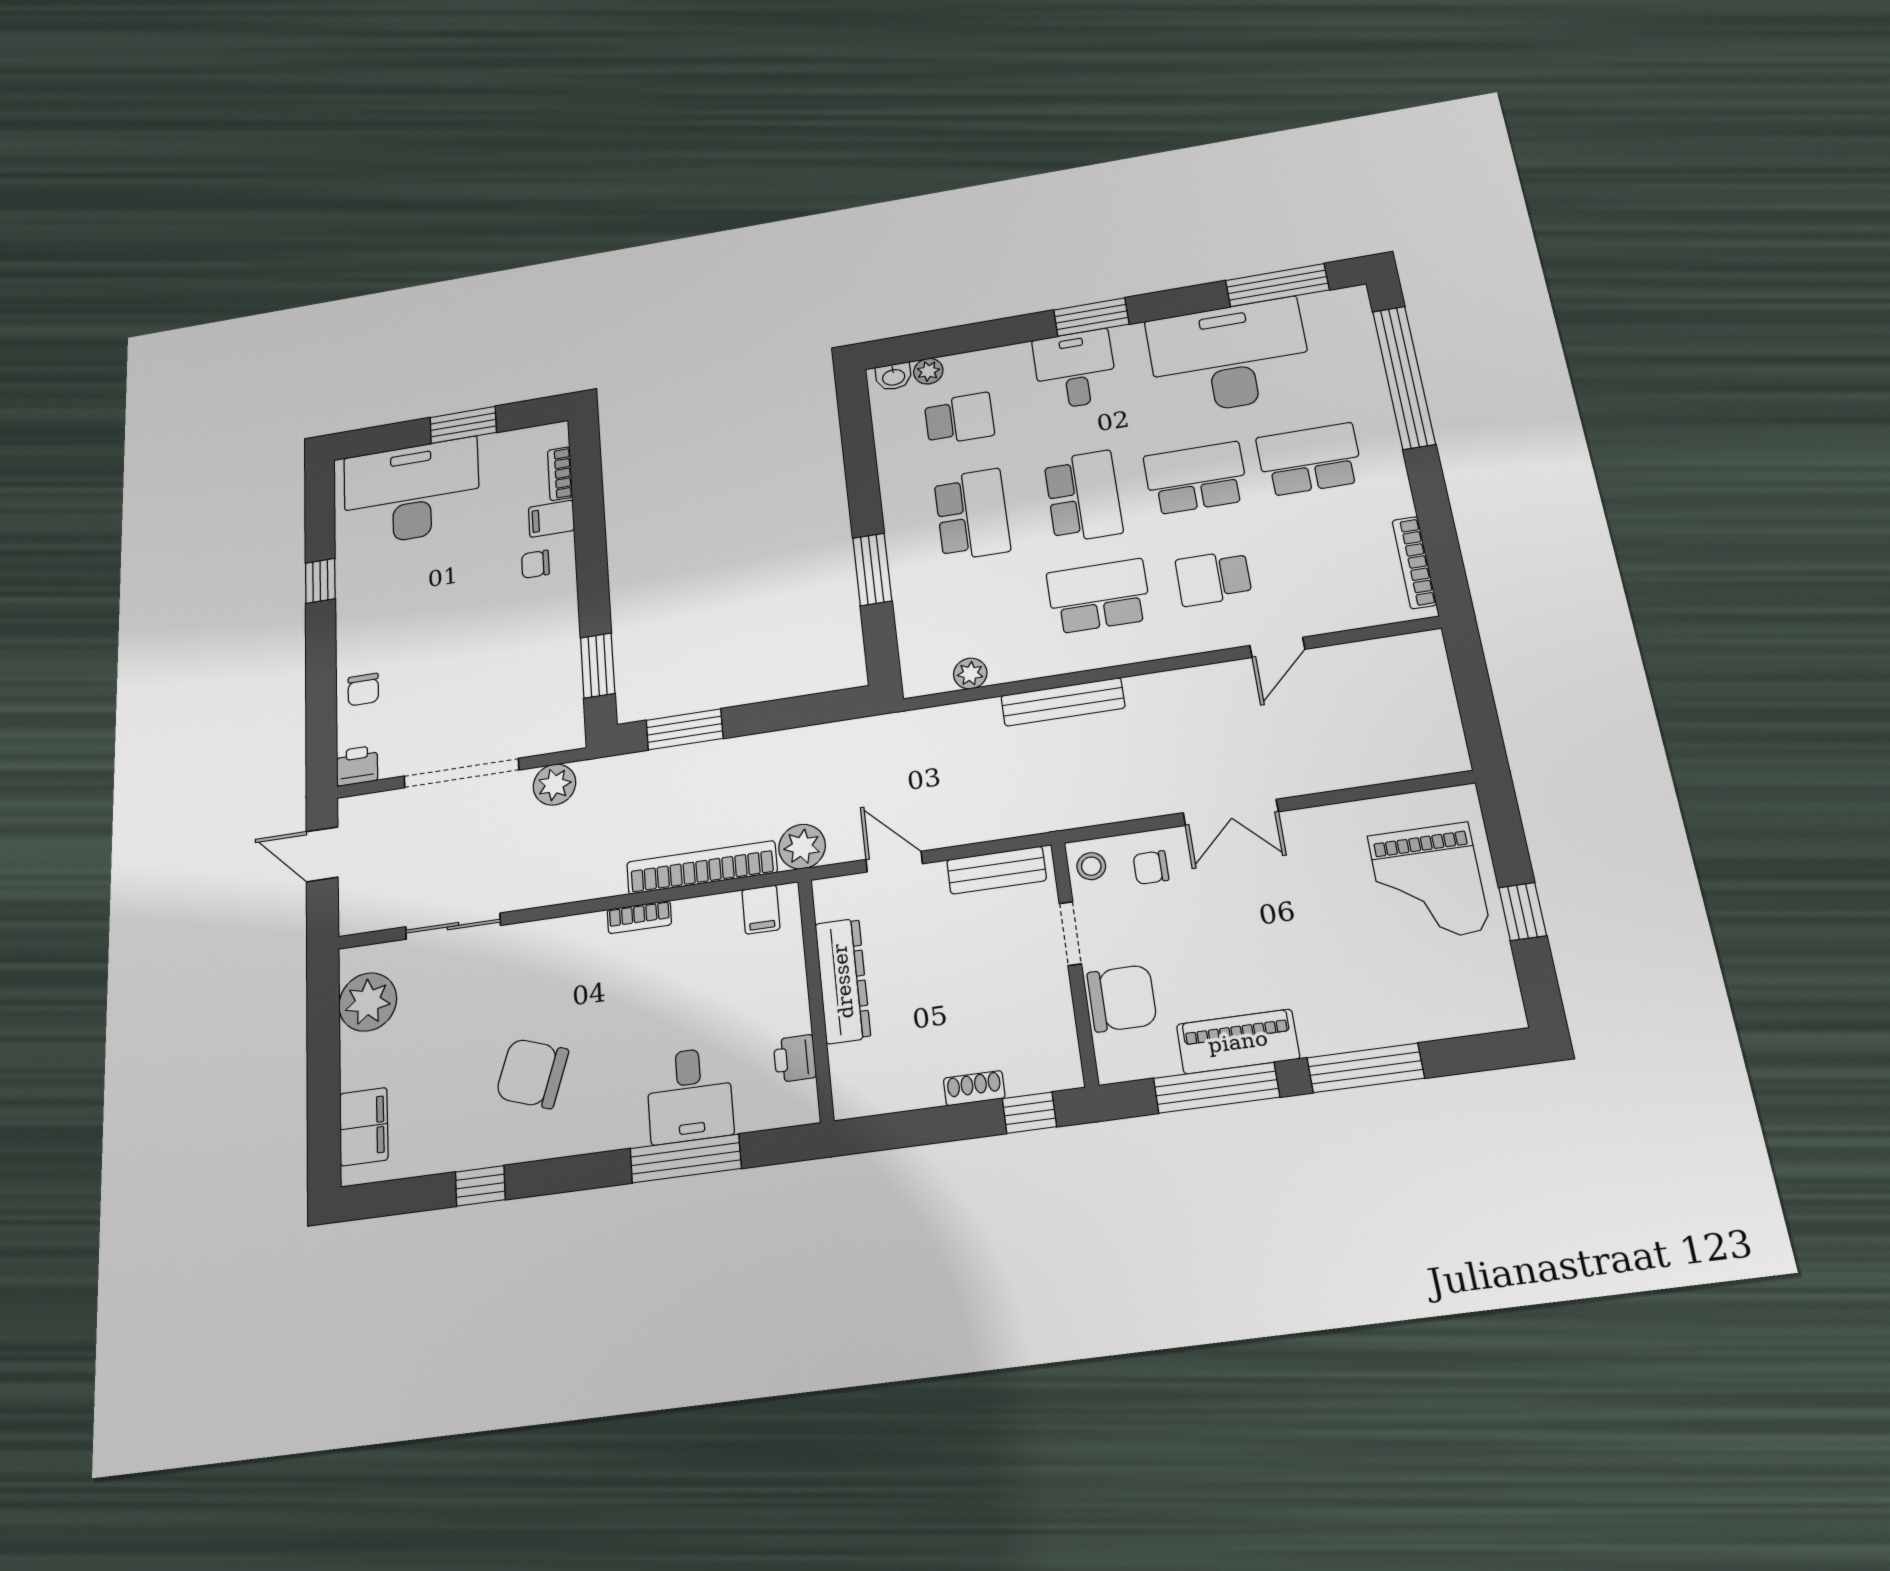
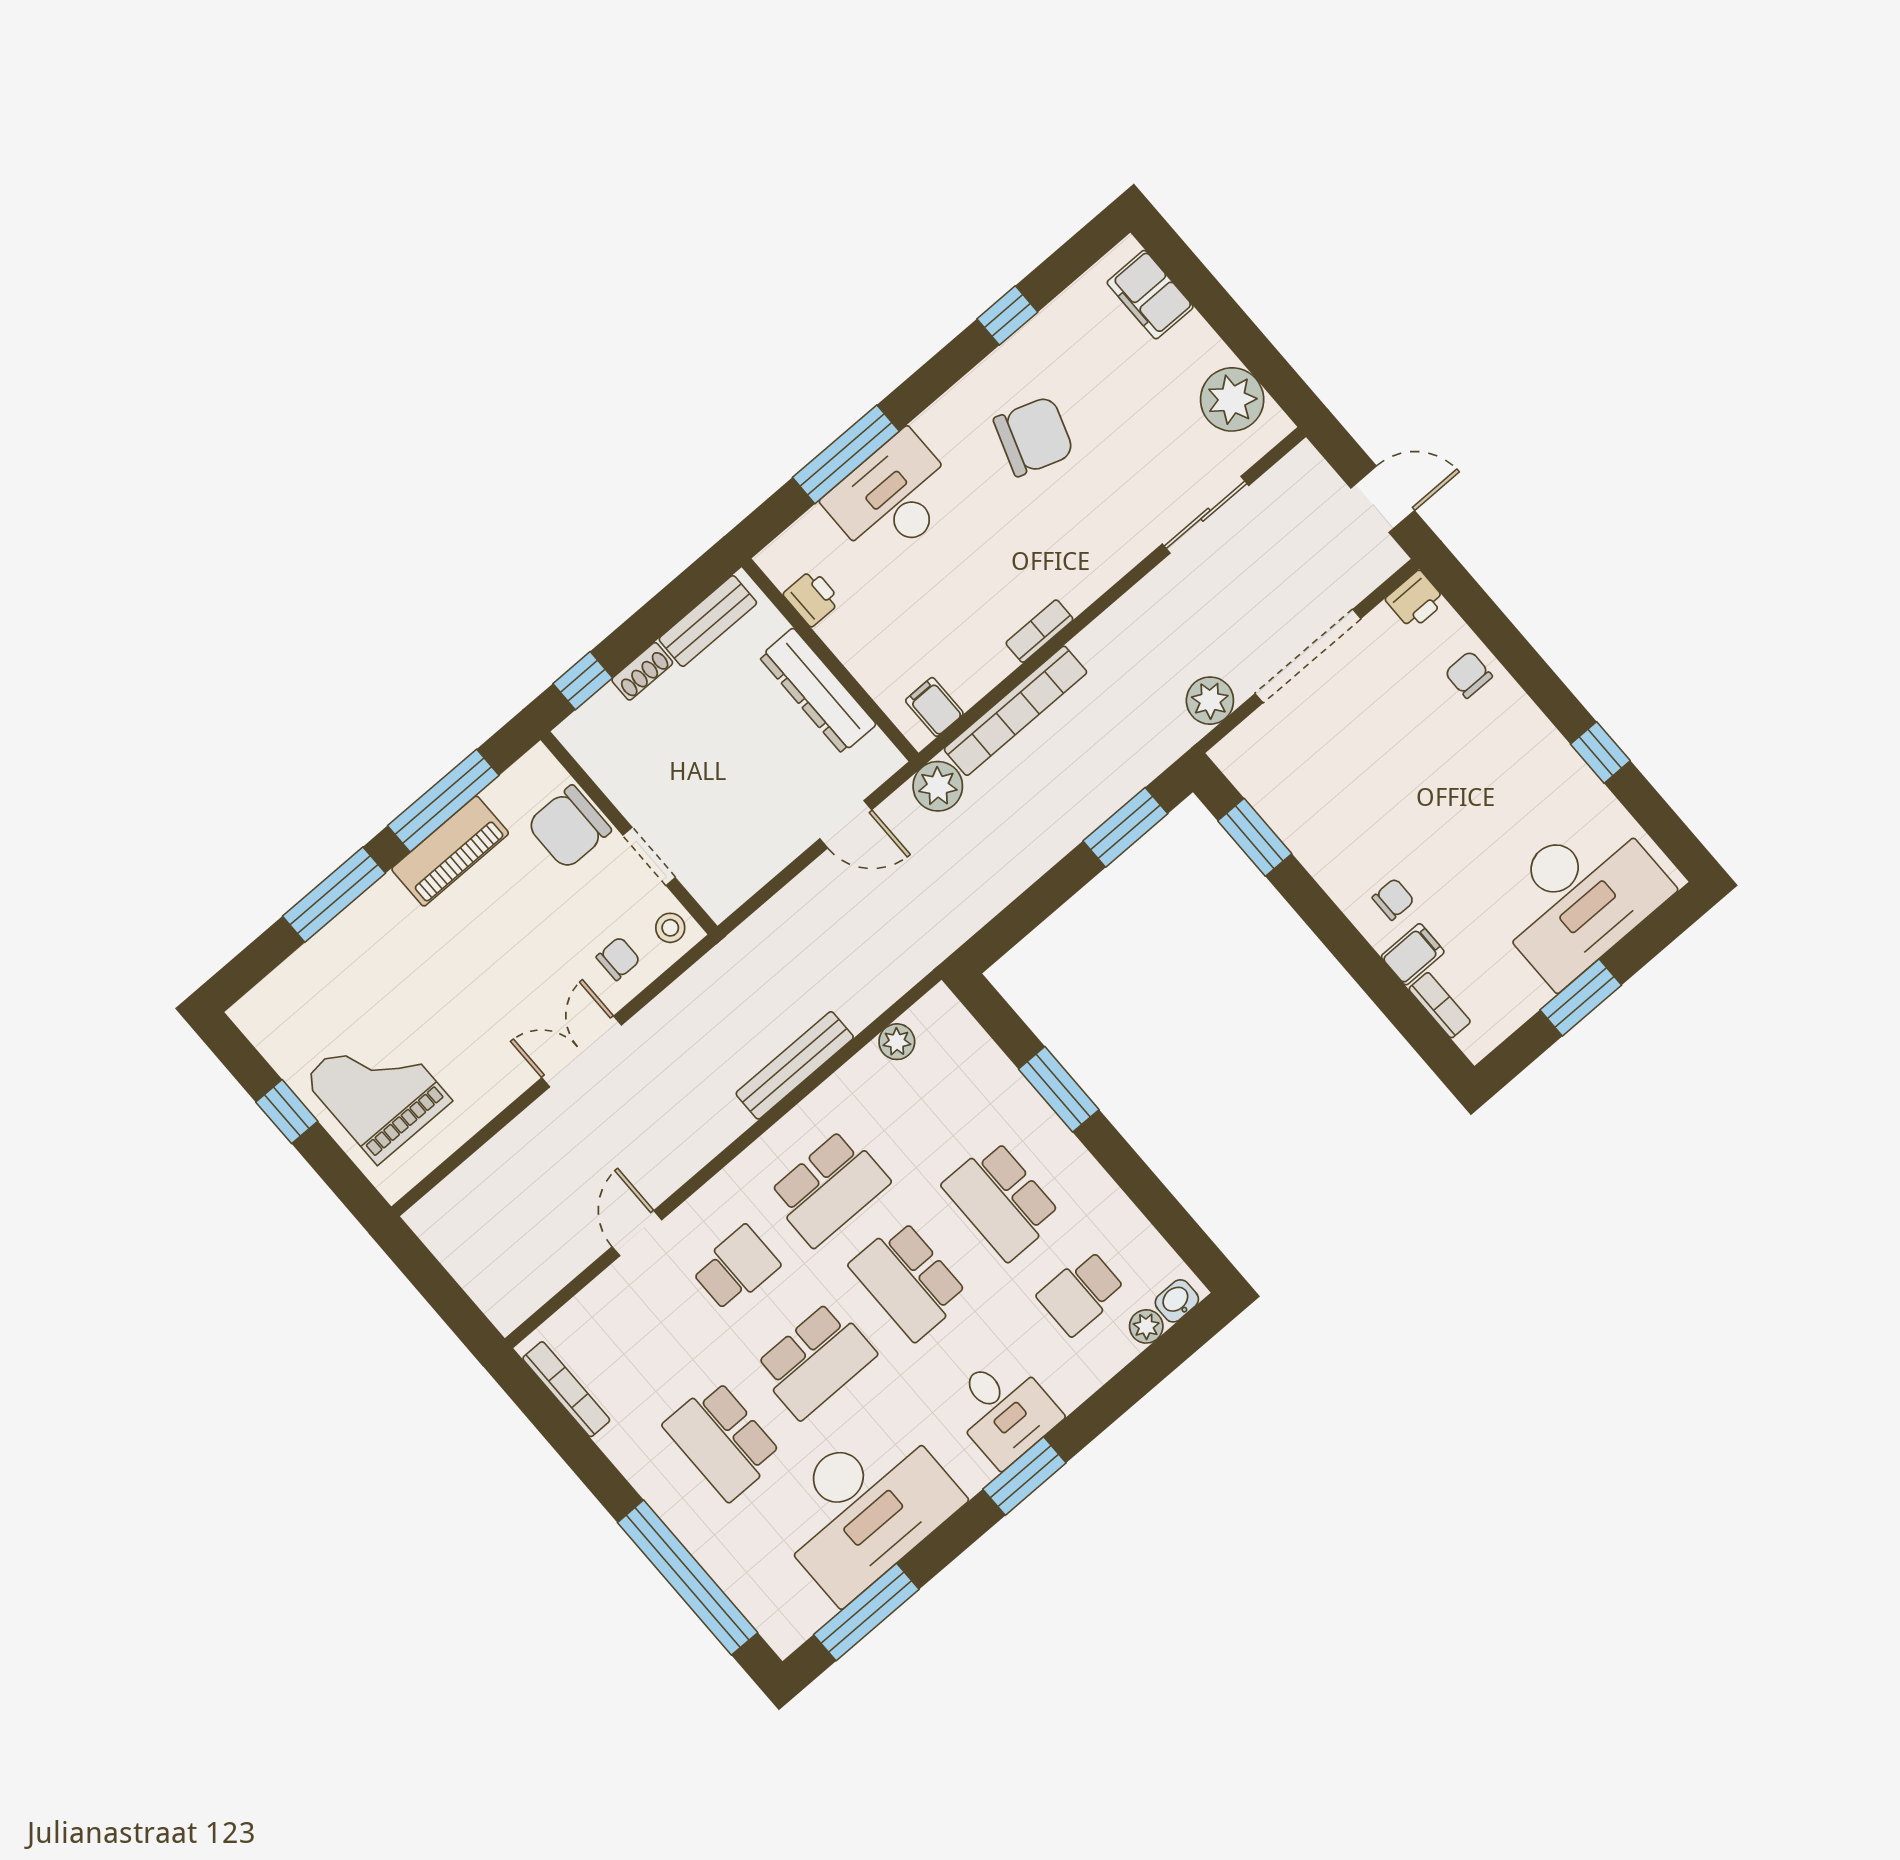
school desk: (1309, 460) -> (723, 1440), turned 90
bench: (996, 870) -> (708, 621), moved
desk: (690, 1095) -> (893, 498), width x1.37

